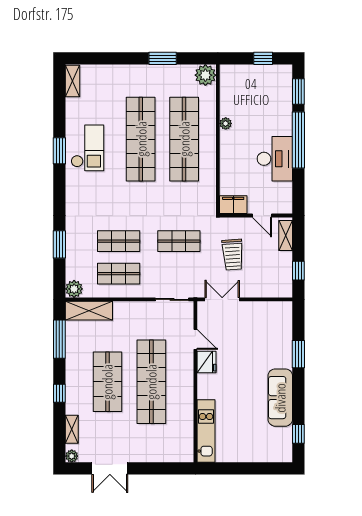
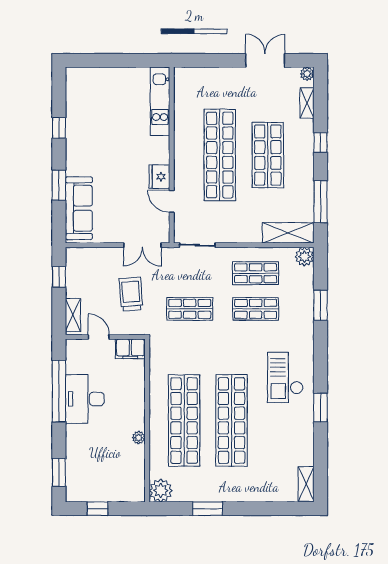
window: (298, 140) -> (59, 391), moved
checkout: (87, 148) -> (285, 377), moved
sofa: (280, 398) -> (79, 208), moved
window: (298, 434) -> (59, 128), moved

